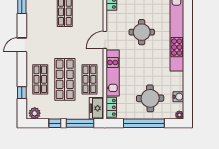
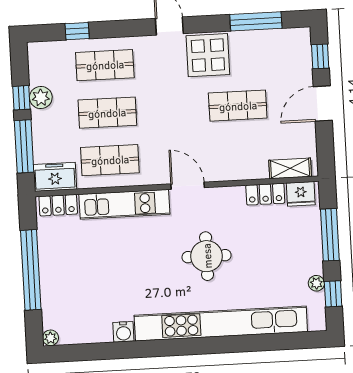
display table: (38, 26) -> (208, 55), added
shop shelf: (65, 79) -> (107, 113), width x0.70, depth x0.74
water cooler: (178, 97) -> (123, 332), moved
round table: (150, 98) -> (79, 279), removed
plant: (35, 113) -> (41, 98), moved

